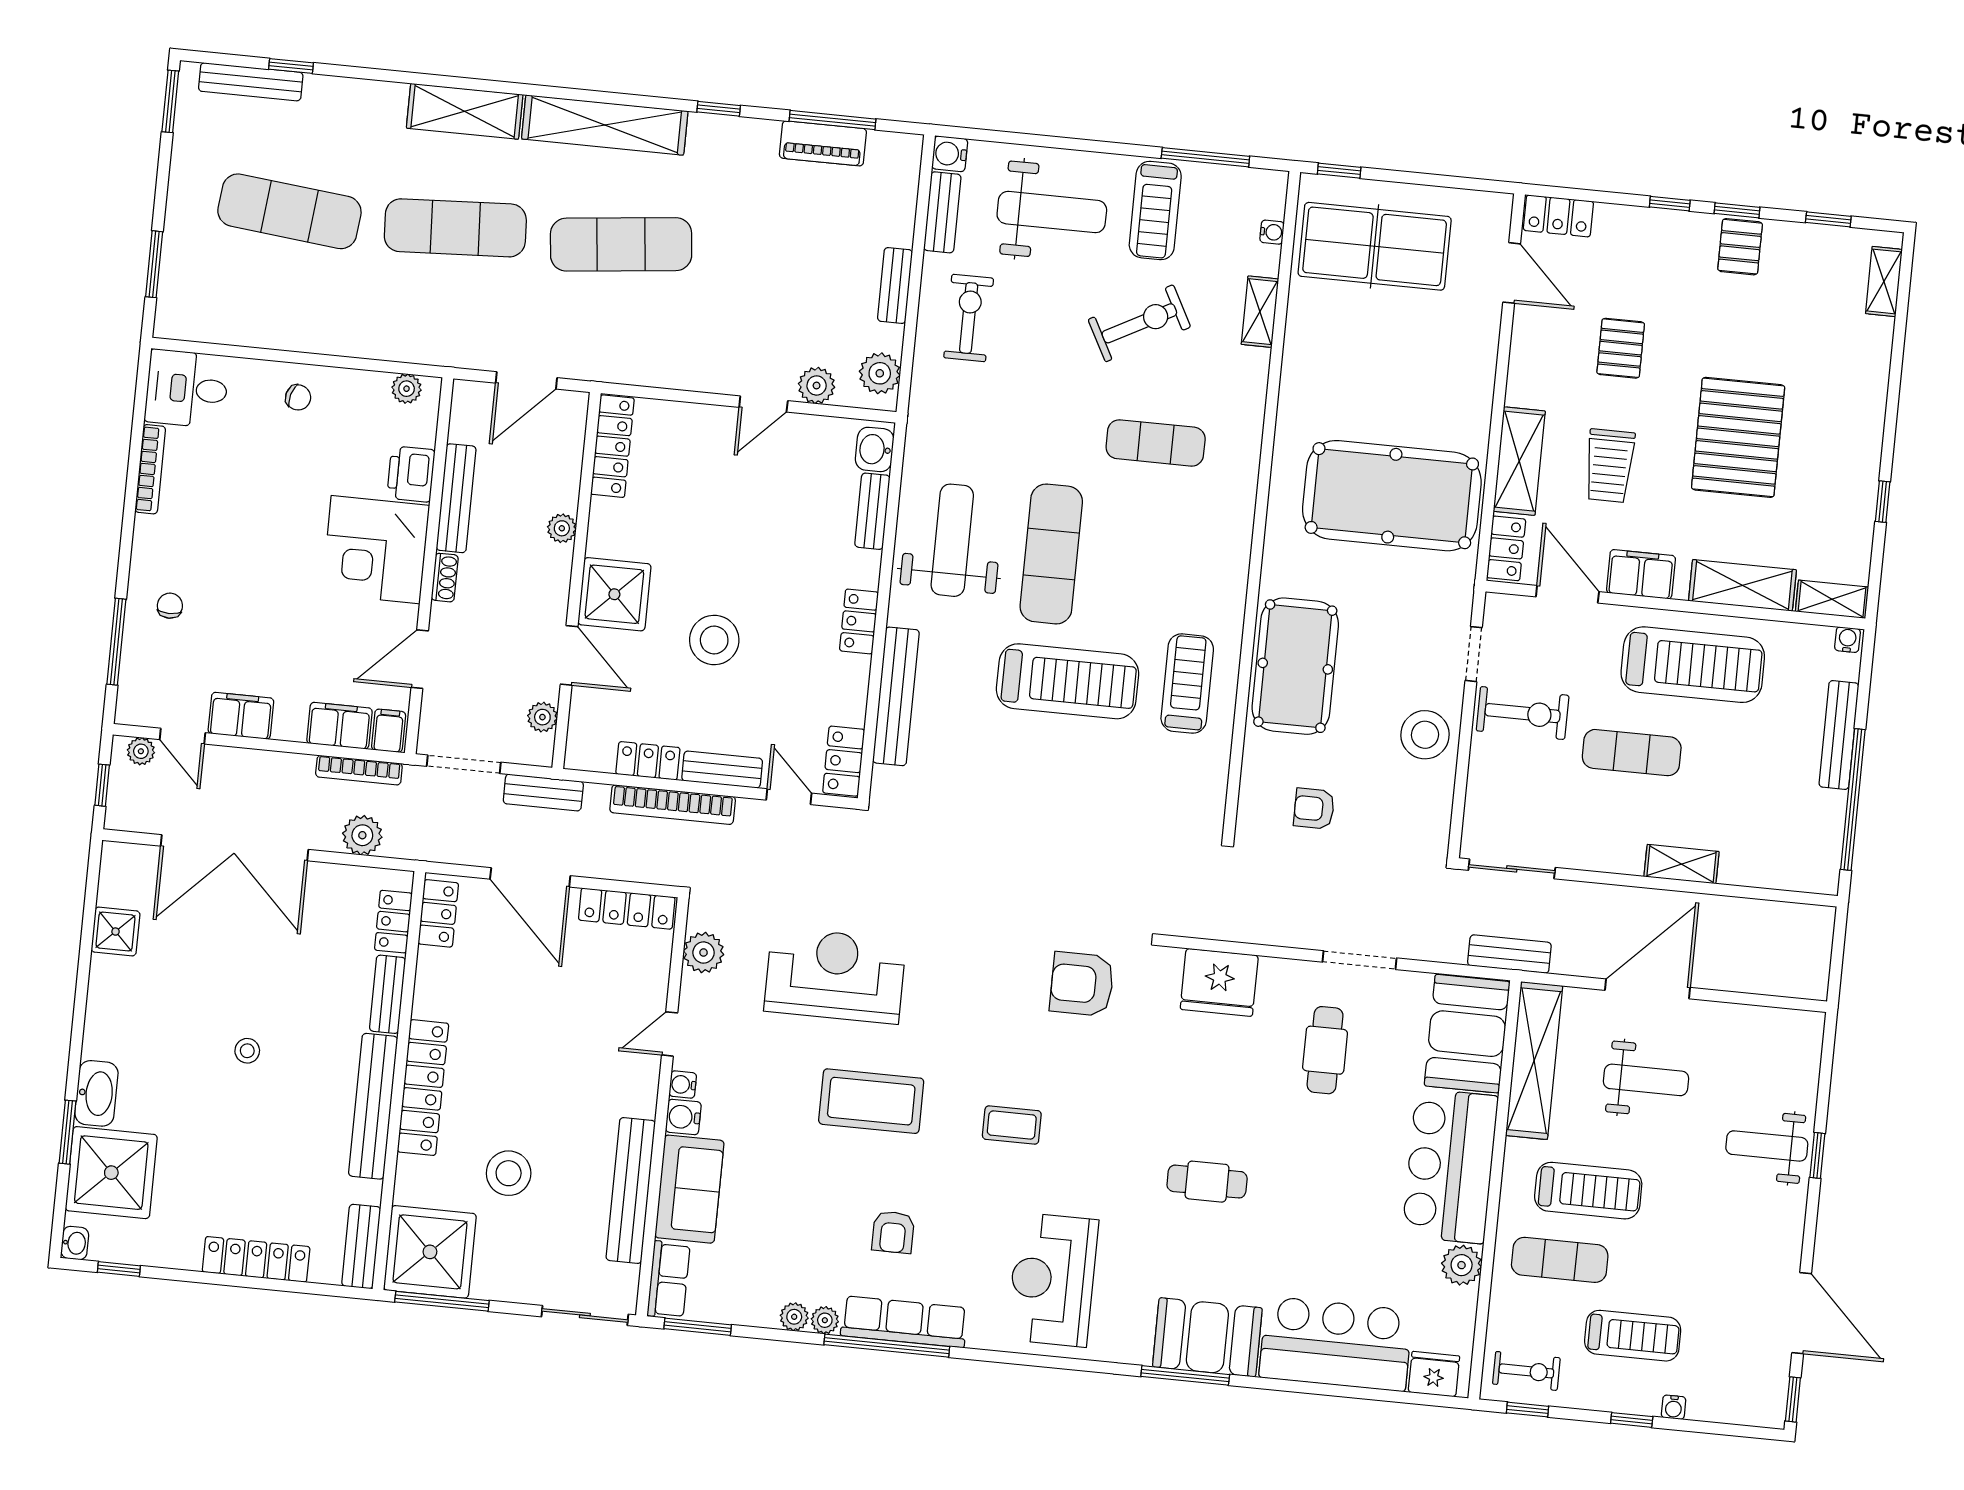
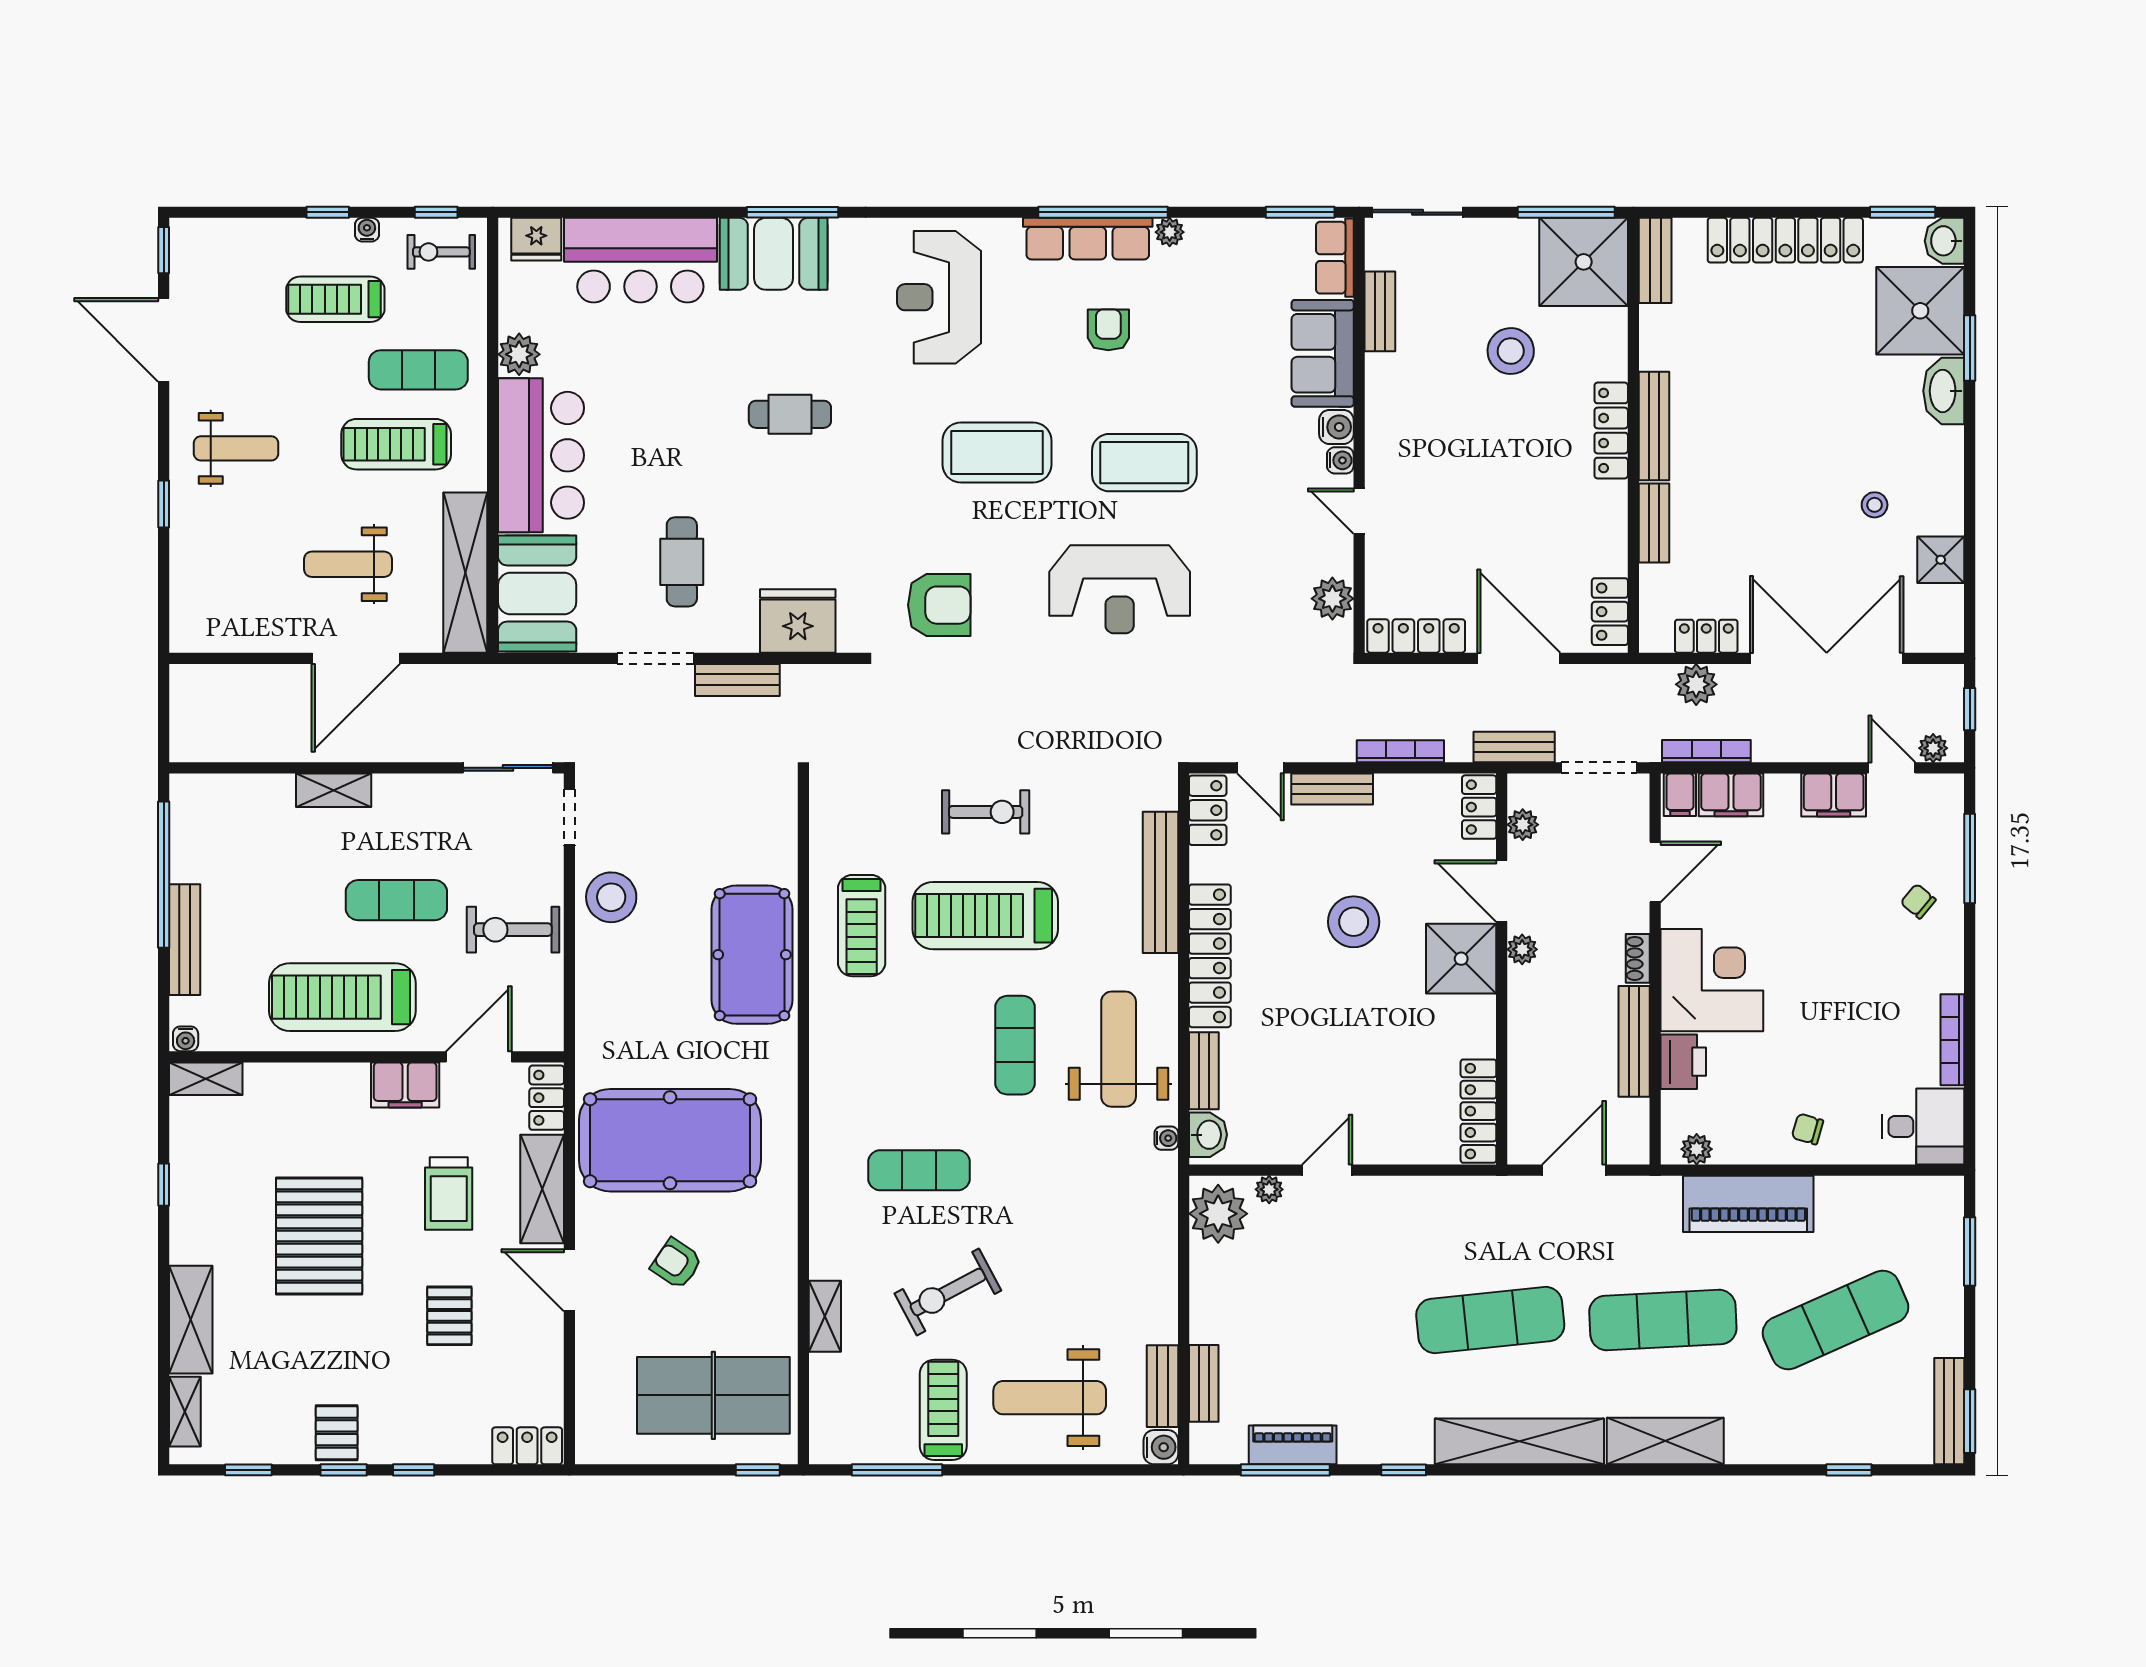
bench: (251, 82) -> (1949, 1411), moved, turned 90
exercise mat: (289, 211) -> (1835, 1320), turned -30
water cooler: (1272, 232) -> (1166, 1138), moved, turned 180
door: (1512, 273) -> (569, 1280), moved
bench: (895, 285) -> (1204, 1383), moved
exercise bike: (969, 318) -> (986, 812), moved, turned -90
piano: (362, 331) -> (1748, 1204), added
plant: (880, 373) -> (1218, 1214), width x1.36, depth x1.36
plant: (817, 385) -> (1269, 1189), width x0.73, depth x0.73
trolley: (1610, 466) -> (449, 1194), turned 180
plant: (562, 528) -> (1522, 949), moved
weight bench: (952, 540) -> (1119, 1049), turned 180
exercise mat: (1051, 554) -> (1015, 1045), width x0.73, depth x0.69
shelving: (1742, 585) -> (191, 1320), moved, turned 90
door: (1567, 594) -> (479, 1057), swing flipped
chair: (170, 606) -> (1918, 901), turned 130
locker: (859, 621) -> (1210, 956), width x2.16, depth x1.21
doorway: (1474, 654) -> (569, 817), moved
locker: (648, 761) -> (1479, 807), moved, turned 90
bookcase: (673, 805) -> (1400, 751), width x0.68, depth x0.76
armchair: (1314, 809) -> (676, 1264), moved, turned -146
locker: (393, 922) -> (1706, 636), moved, turned -90
bench: (1509, 954) -> (737, 680), moved
reception desk: (835, 975) -> (1120, 589), moved
door: (670, 1034) -> (1359, 511), swing flipped
stool: (247, 1051) -> (1875, 505), moved
locker: (423, 1088) -> (1611, 431), width x0.71, depth x0.83
bench: (373, 1106) -> (1654, 426), width x0.73, depth x0.82
coffee table: (1012, 1125) -> (997, 453), width x1.86, depth x1.72
weight bench: (1767, 1146) -> (236, 448), moved
bench: (631, 1190) -> (1380, 311), width x0.54, depth x0.82
washbasin: (75, 1243) -> (1945, 241), width x1.38, depth x1.45
locker: (256, 1259) -> (1785, 240), width x1.41, depth x1.21
window: (119, 1269) -> (1903, 212), width x1.50
reception desk: (1053, 1280) -> (939, 297), turned 180
plant: (794, 1317) -> (1202, 232), removed
water cooler: (1674, 1407) -> (367, 230), moved

